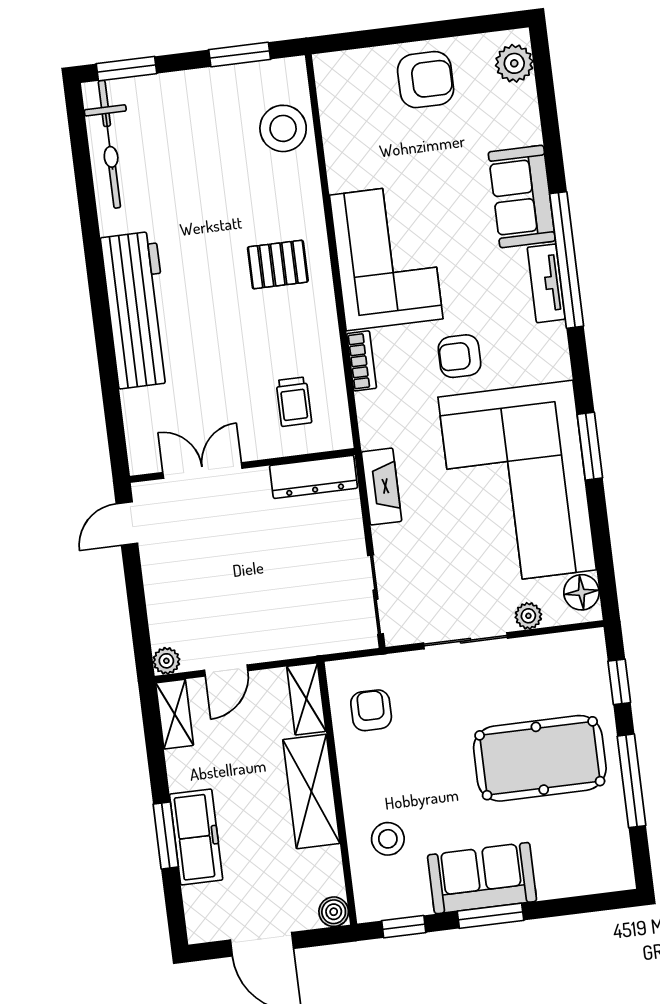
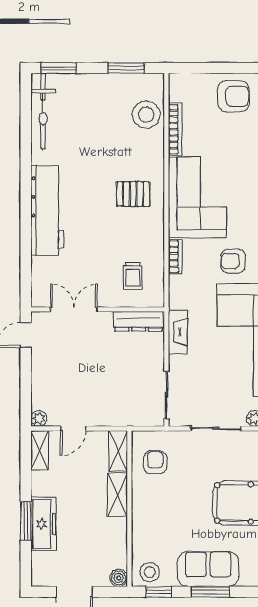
bookcase: (335, 147) -> (175, 129), added
shelving: (311, 792) -> (118, 495), width x0.67, depth x0.75
stool: (388, 839) -> (150, 572), moved

